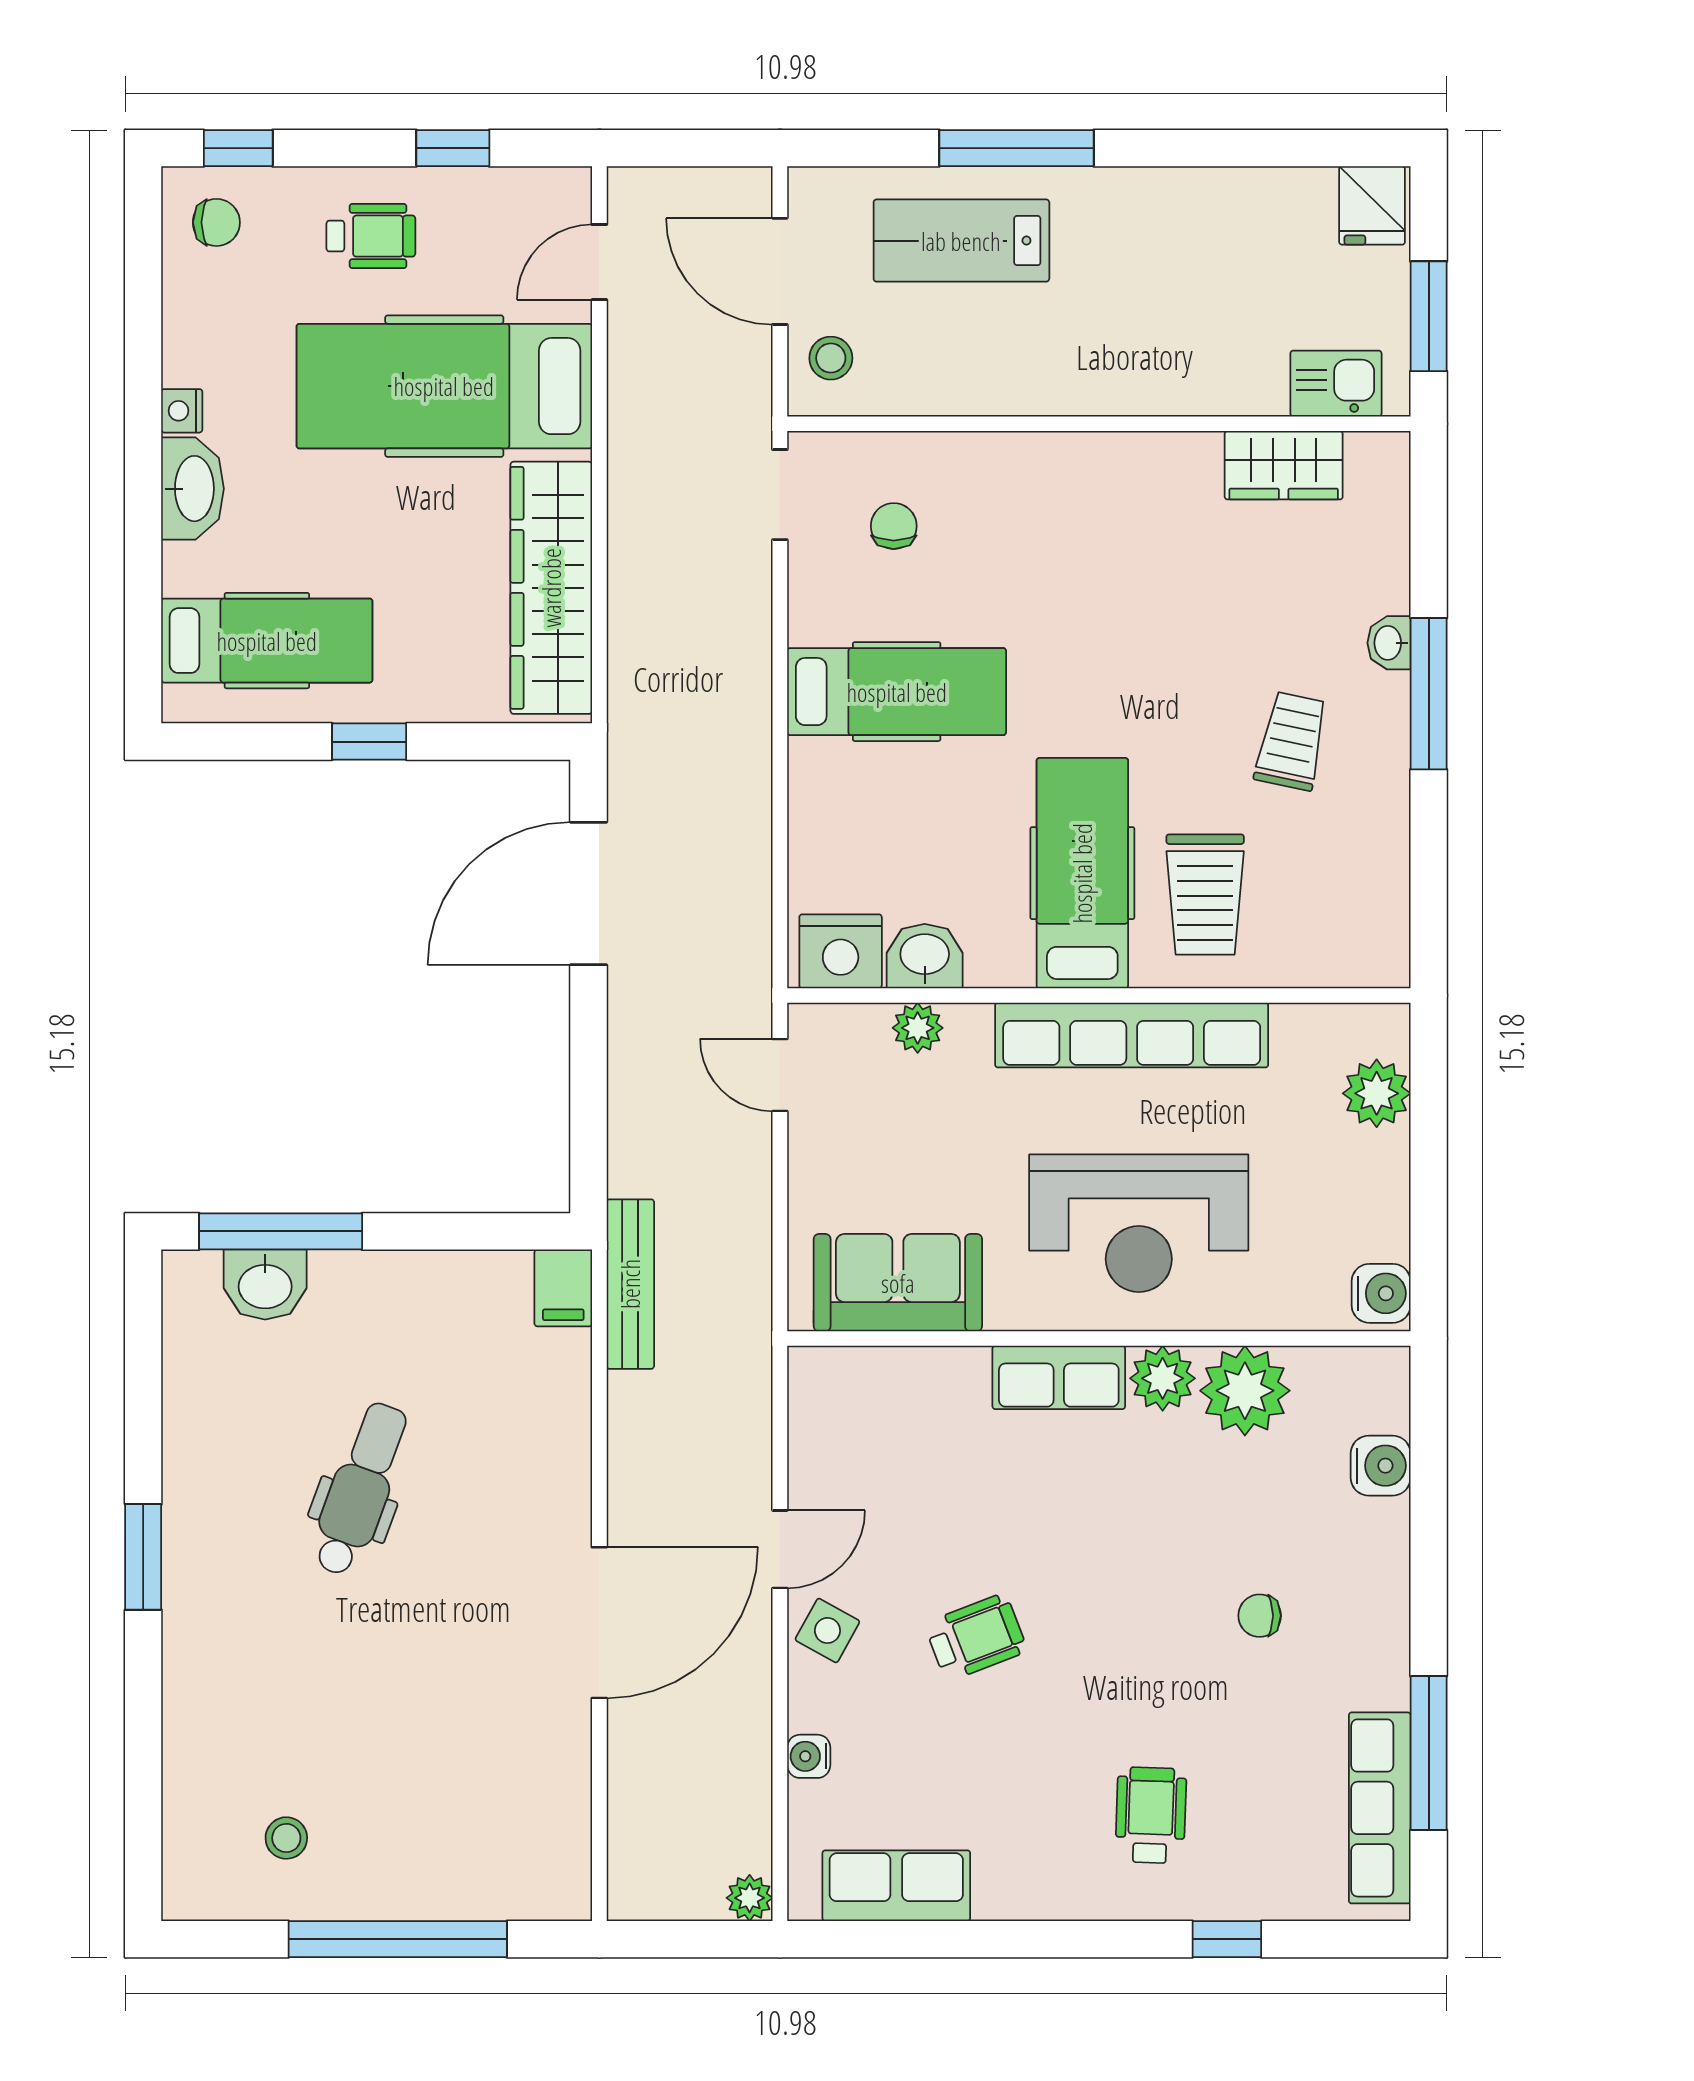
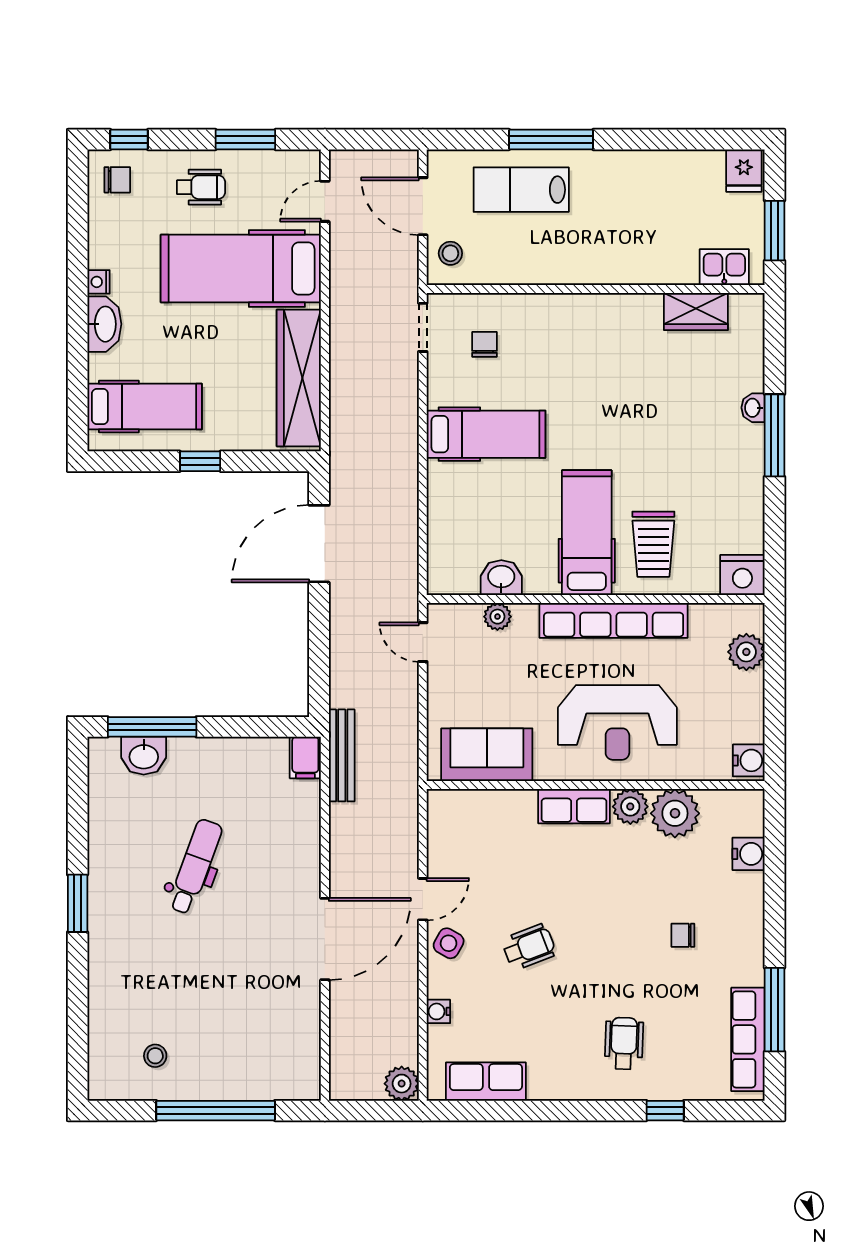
window: (453, 148) -> (245, 140), width x1.50
trolley: (1292, 741) -> (700, 461), removed
nightstand: (841, 951) -> (742, 575), moved
plant: (750, 1898) -> (402, 1084), width x1.38, depth x1.38

